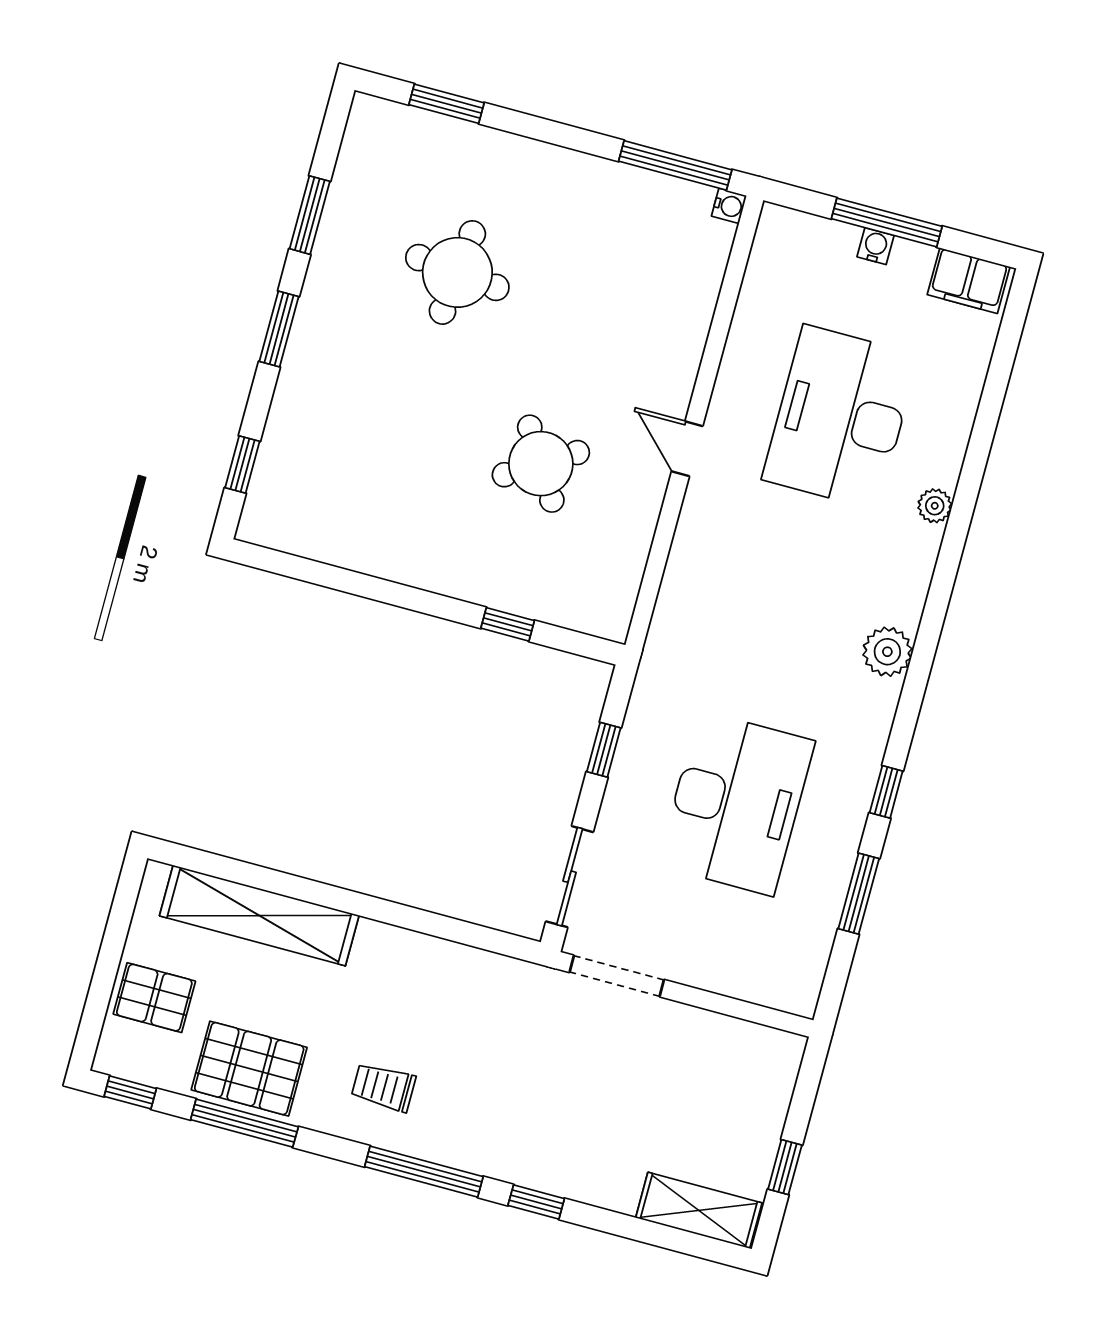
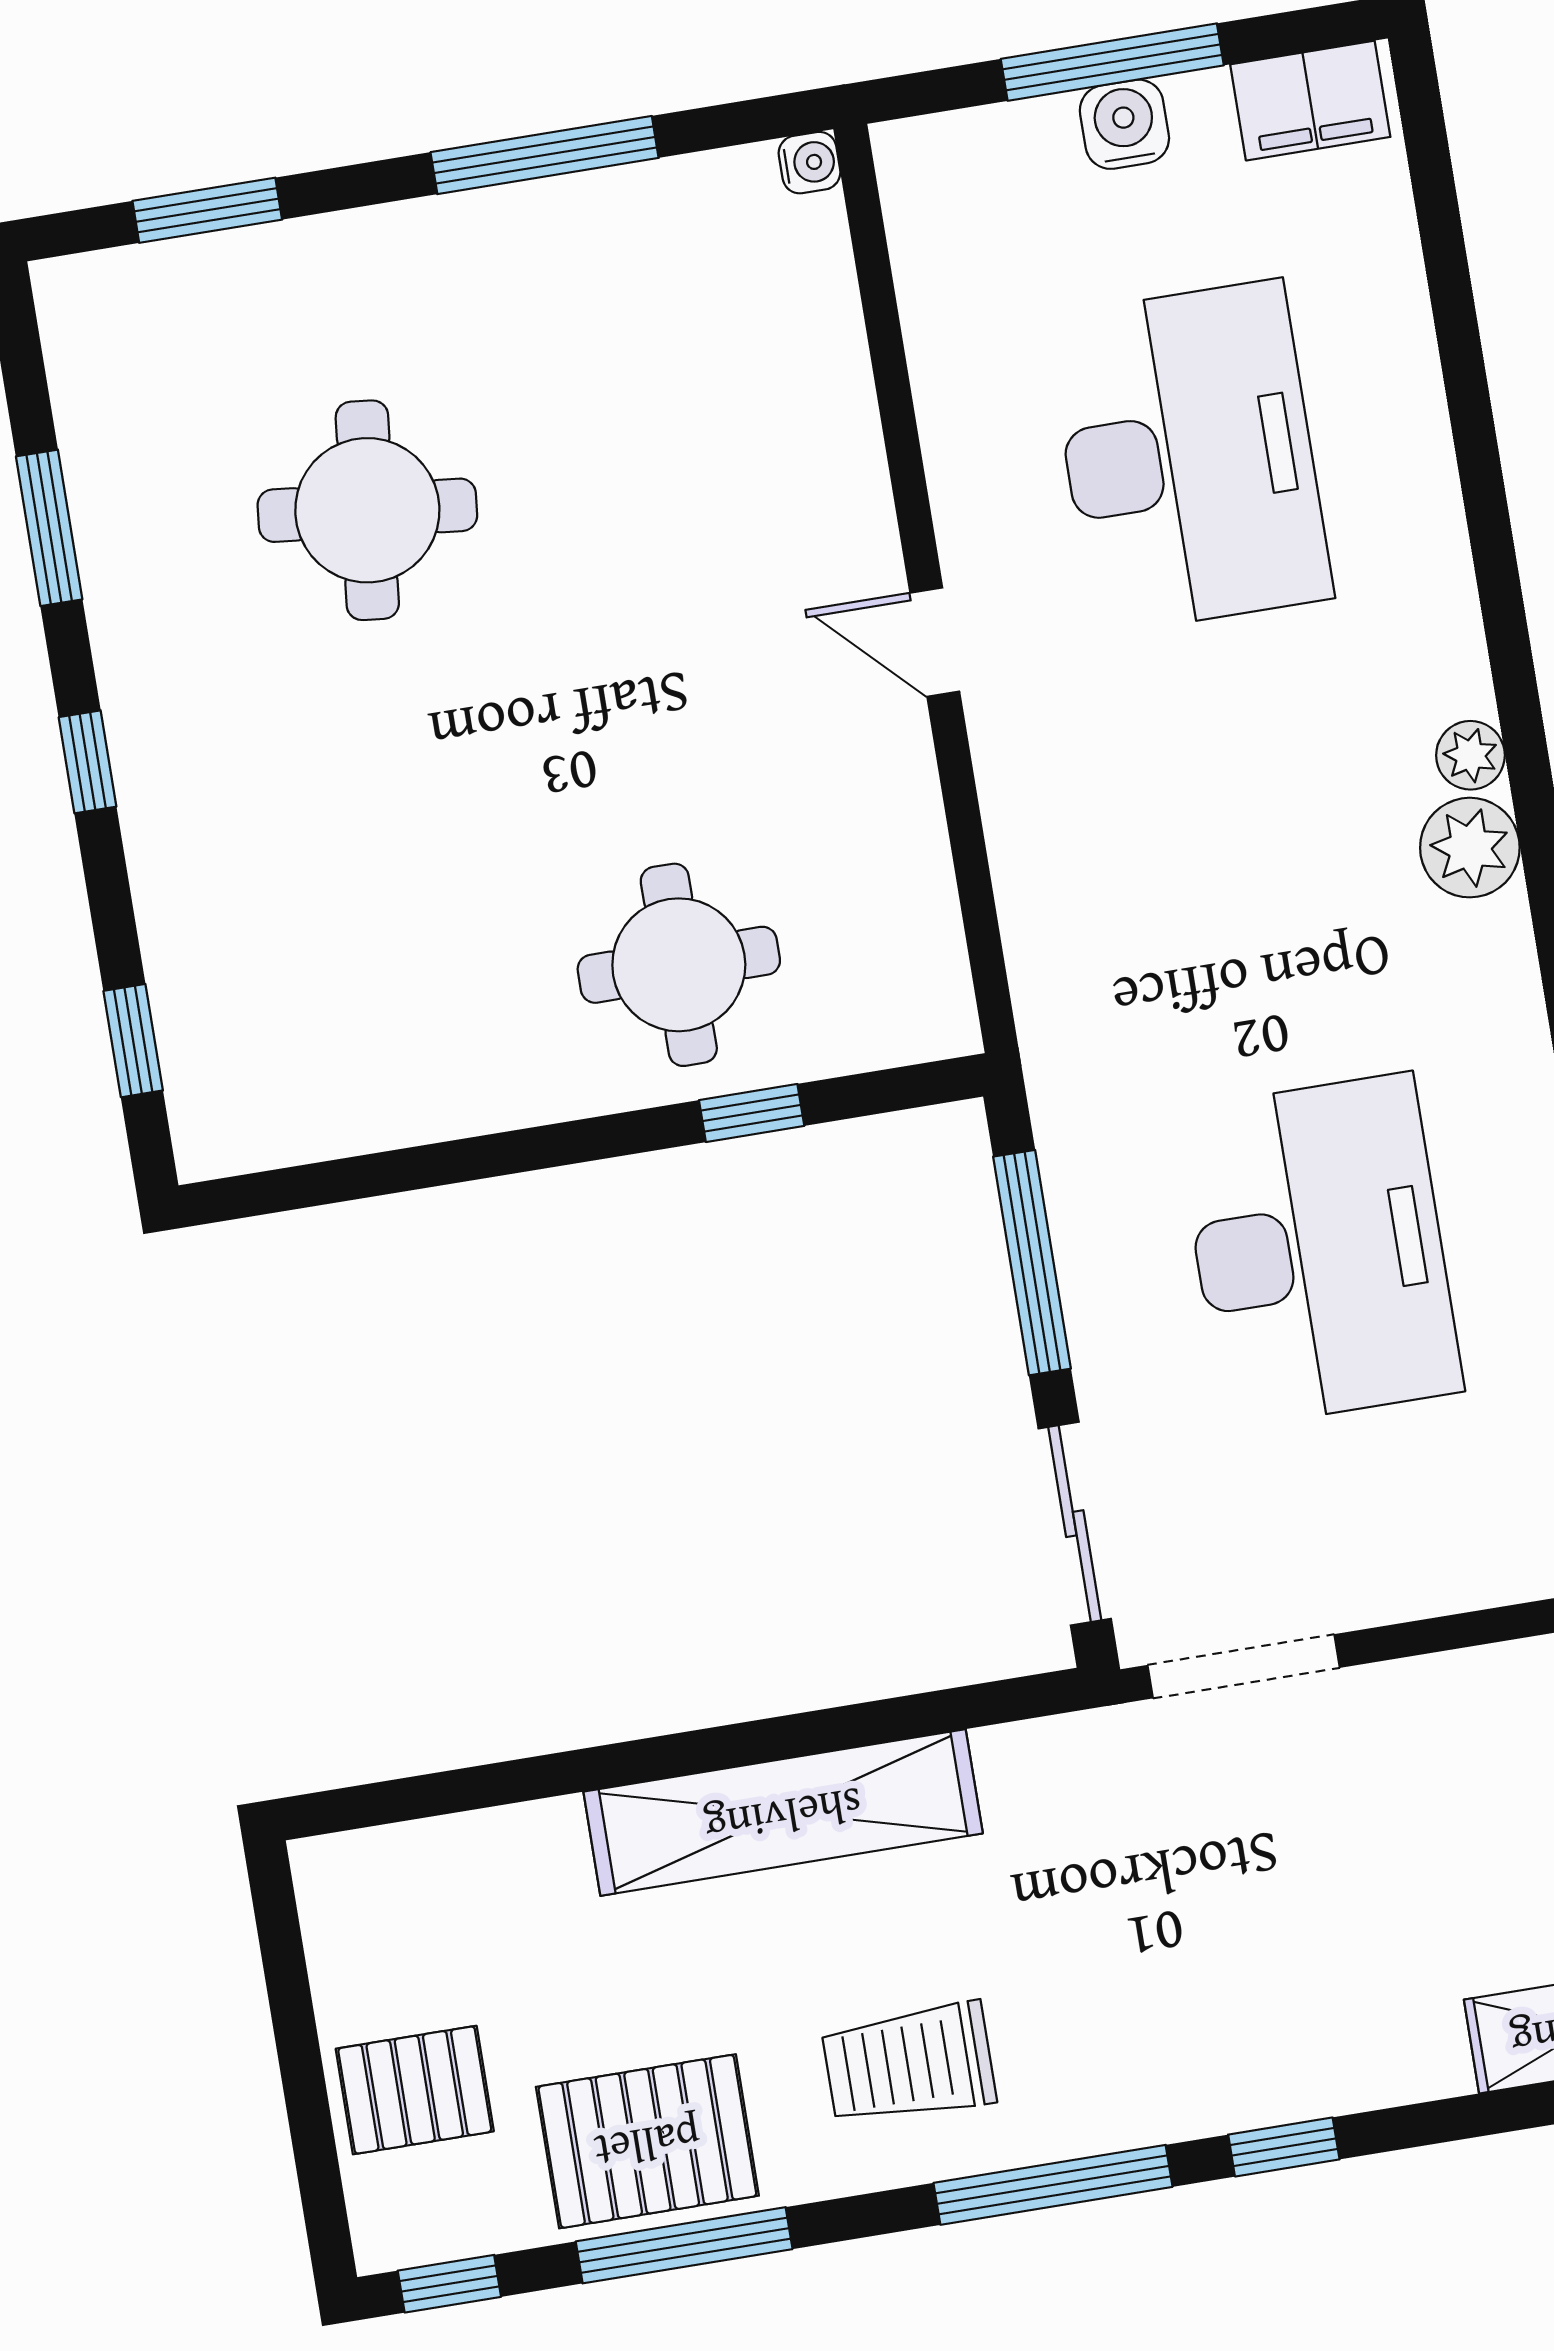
window: (675, 165) -> (545, 155), moved
water cooler: (875, 246) -> (1124, 124), width x1.38, depth x1.38
window: (279, 329) -> (88, 762), width x0.67
desk: (840, 417) -> (1189, 457), turned 180
round table: (541, 464) -> (679, 965), moved, turned 32
plant: (935, 506) -> (1470, 755), moved
window: (604, 750) -> (1032, 1263), width x2.17
shelving: (259, 916) -> (783, 1813), moved
trolley: (384, 1087) -> (909, 2064), width x1.36, depth x1.39

